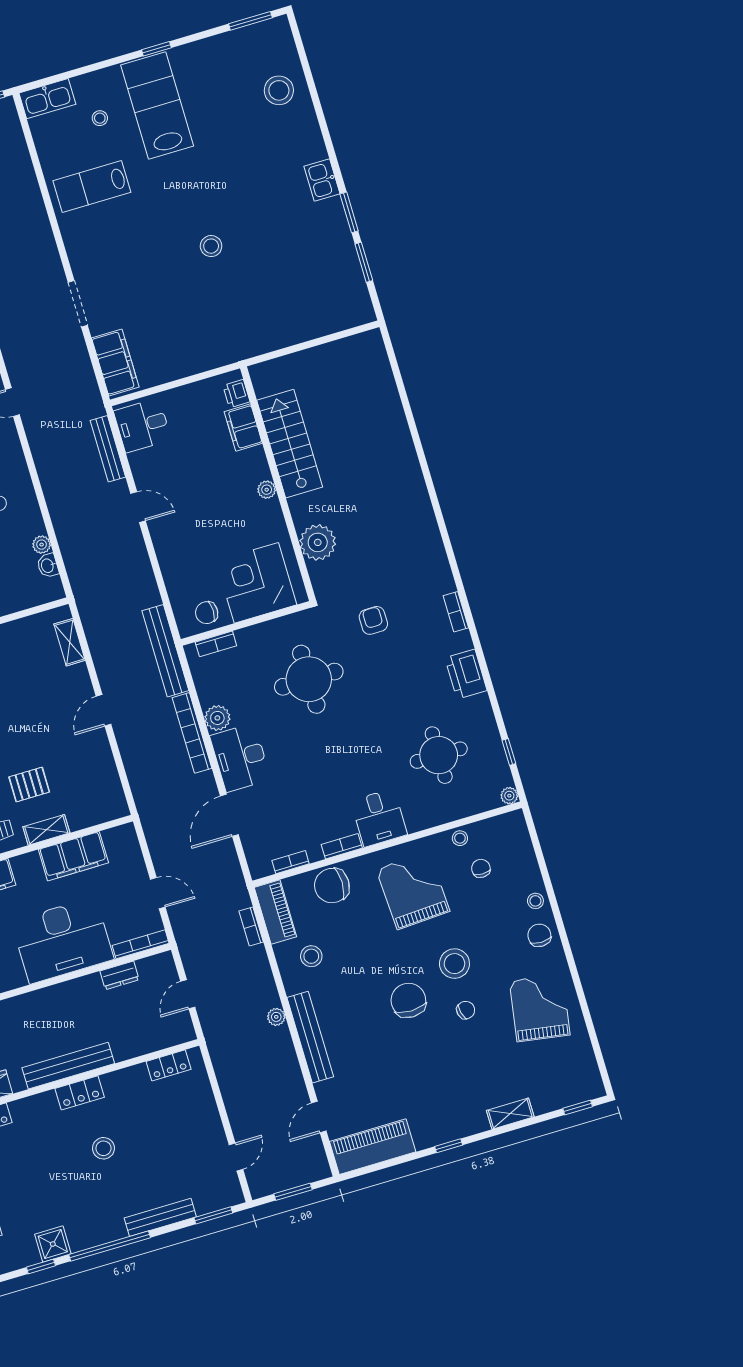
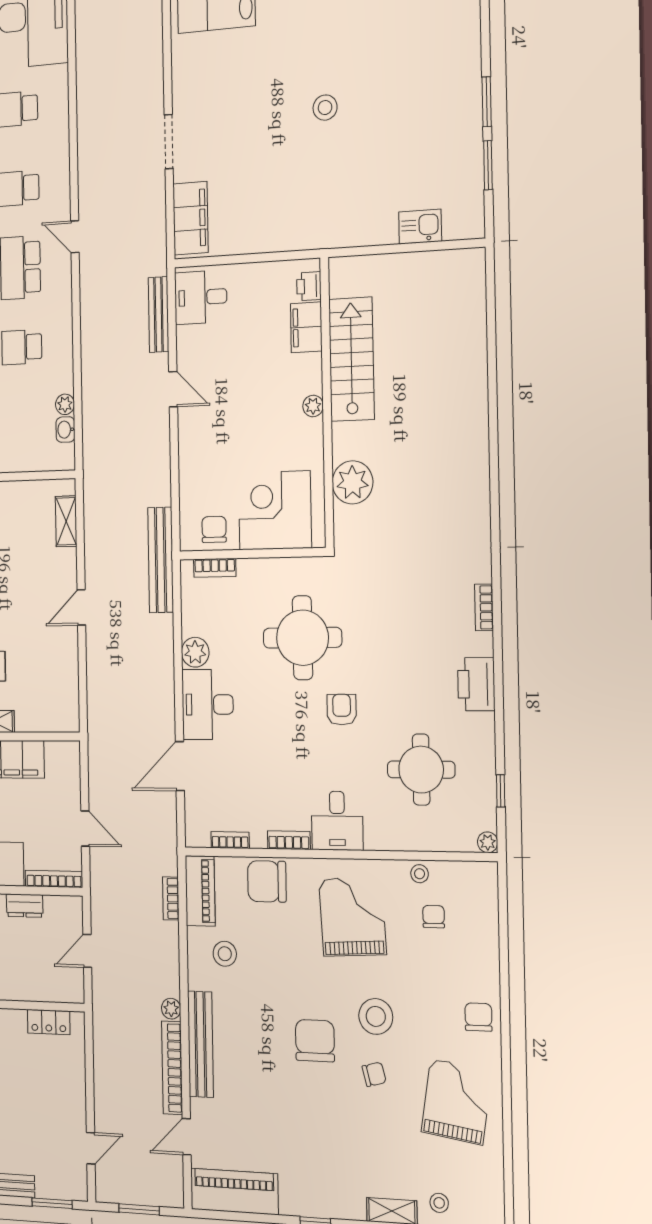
kitchen sink: (322, 180) -> (420, 227), moved, turned 90
chair: (207, 613) -> (214, 529), turned 90
armchair: (373, 620) -> (342, 710), moved
bookcase: (192, 733) -> (172, 1068), moved
stool: (535, 901) -> (439, 1203), moved

